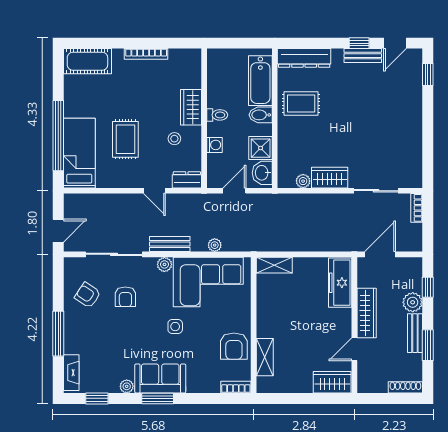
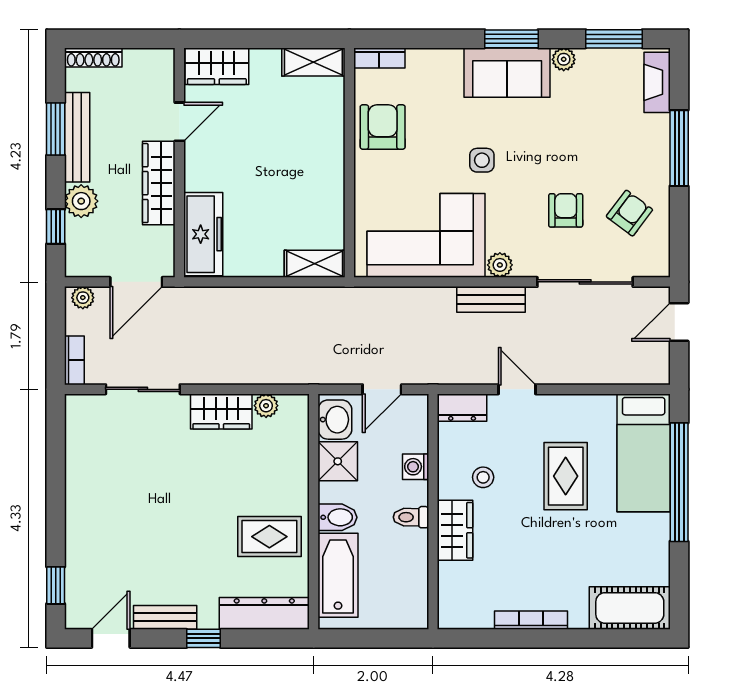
window: (359, 43) -> (204, 638), moved
plant: (215, 245) -> (83, 298), moved
armchair: (88, 295) -> (629, 213), turned -87
bench: (415, 333) -> (77, 137), width x1.36
shelving: (265, 357) -> (313, 62), moved, turned 90
window: (97, 398) -> (614, 39), width x1.50

